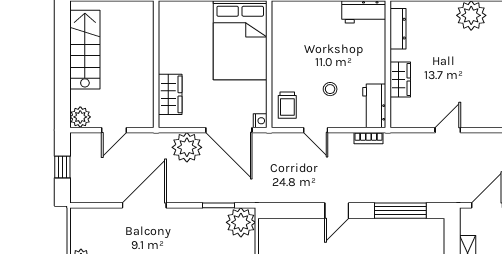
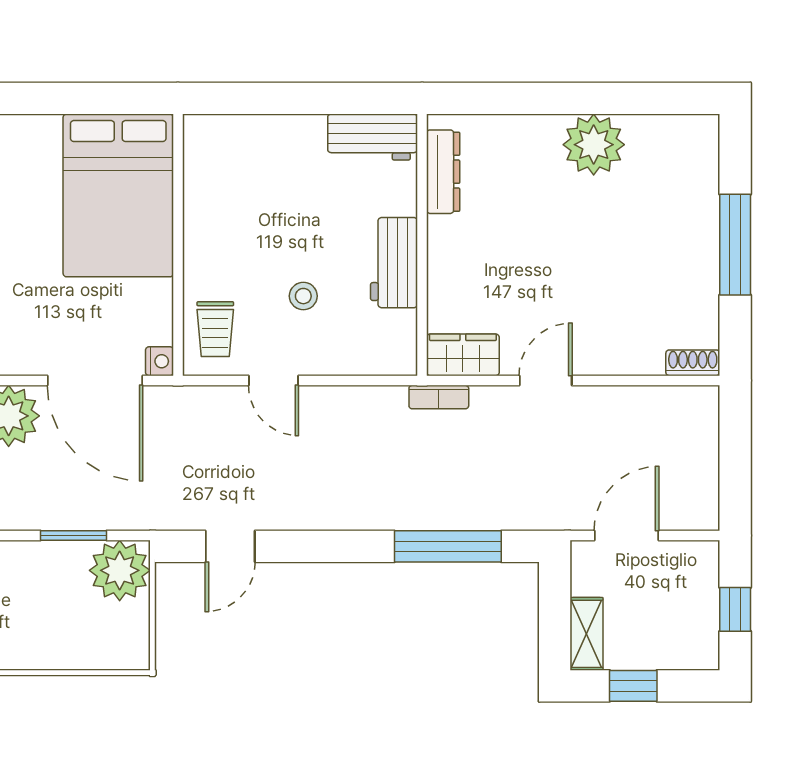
wardrobe: (400, 79) -> (463, 355), moved, turned -90
workbench: (374, 106) -> (394, 263), moved
bookcase: (369, 138) -> (439, 397), moved
door: (337, 211) -> (230, 546), moved

